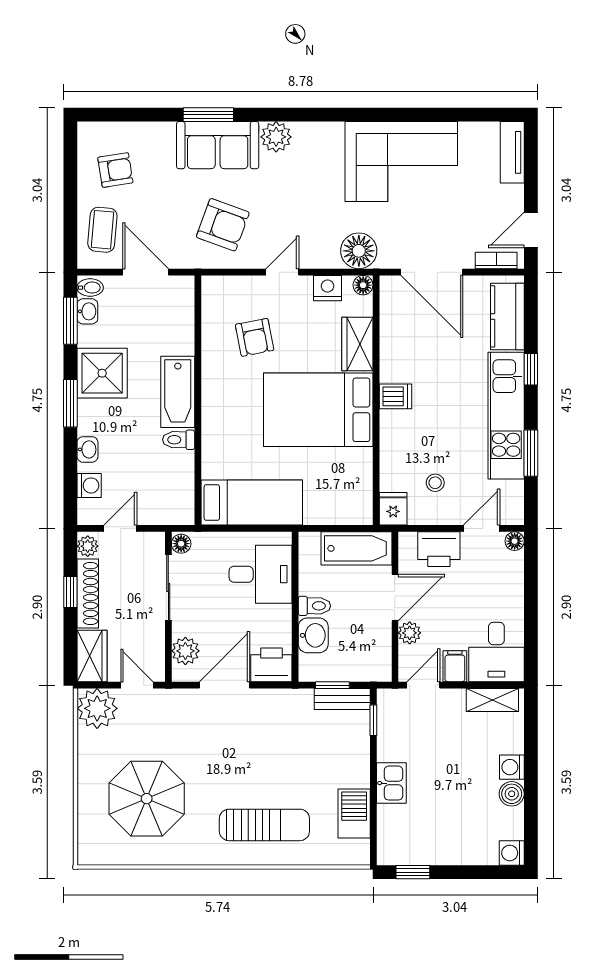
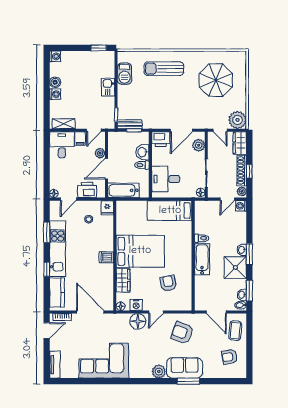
floor lamp: (359, 251) -> (138, 321), moved
washbasin: (87, 449) -> (242, 250), moved
washing machine: (89, 485) -> (241, 206), moved

